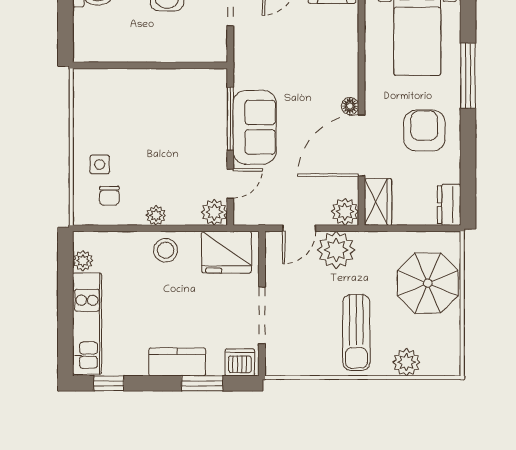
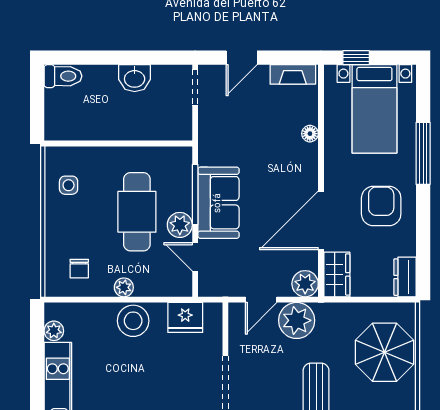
floor lamp: (350, 106) -> (310, 134), moved
cafe table: (170, 137) -> (137, 212), added
side table: (100, 164) -> (69, 185), moved
door: (230, 184) -> (195, 257), swing flipped
plant: (214, 212) -> (180, 225), moved
stool: (166, 250) -> (133, 321), width x1.38, depth x1.38
fridge: (226, 252) -> (185, 317), width x0.73, depth x0.75

